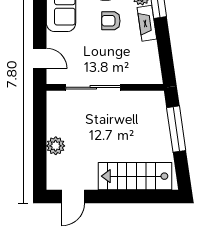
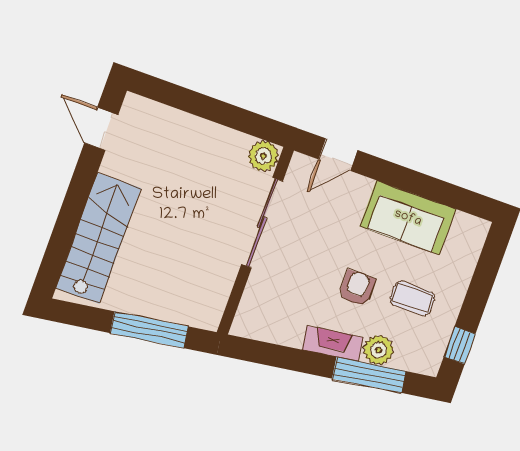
plant: (56, 146) -> (263, 156), moved

